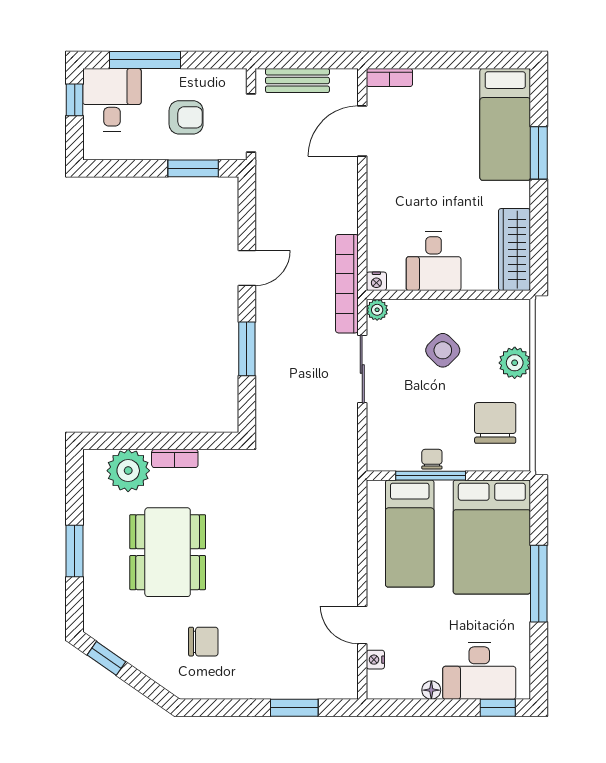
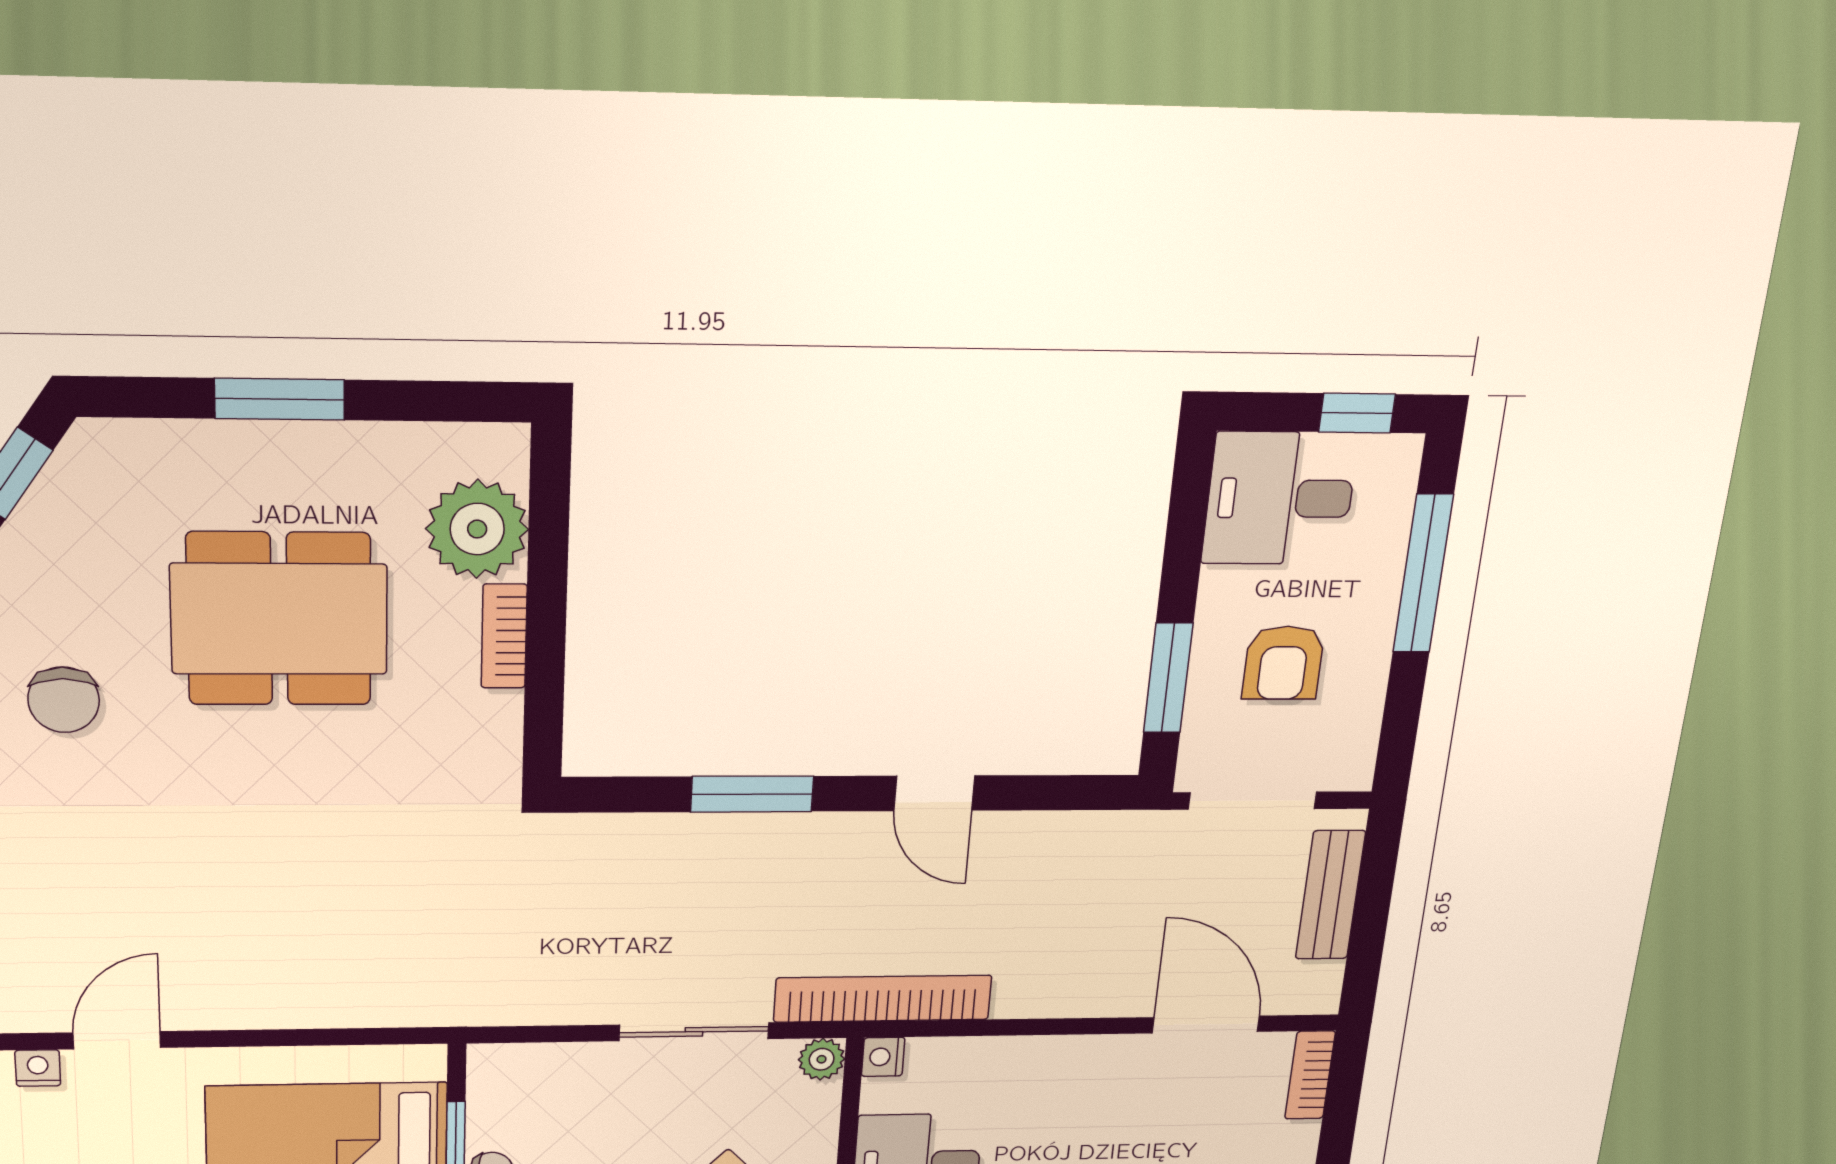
desk: (112, 100) -> (1280, 498), moved, turned 180

